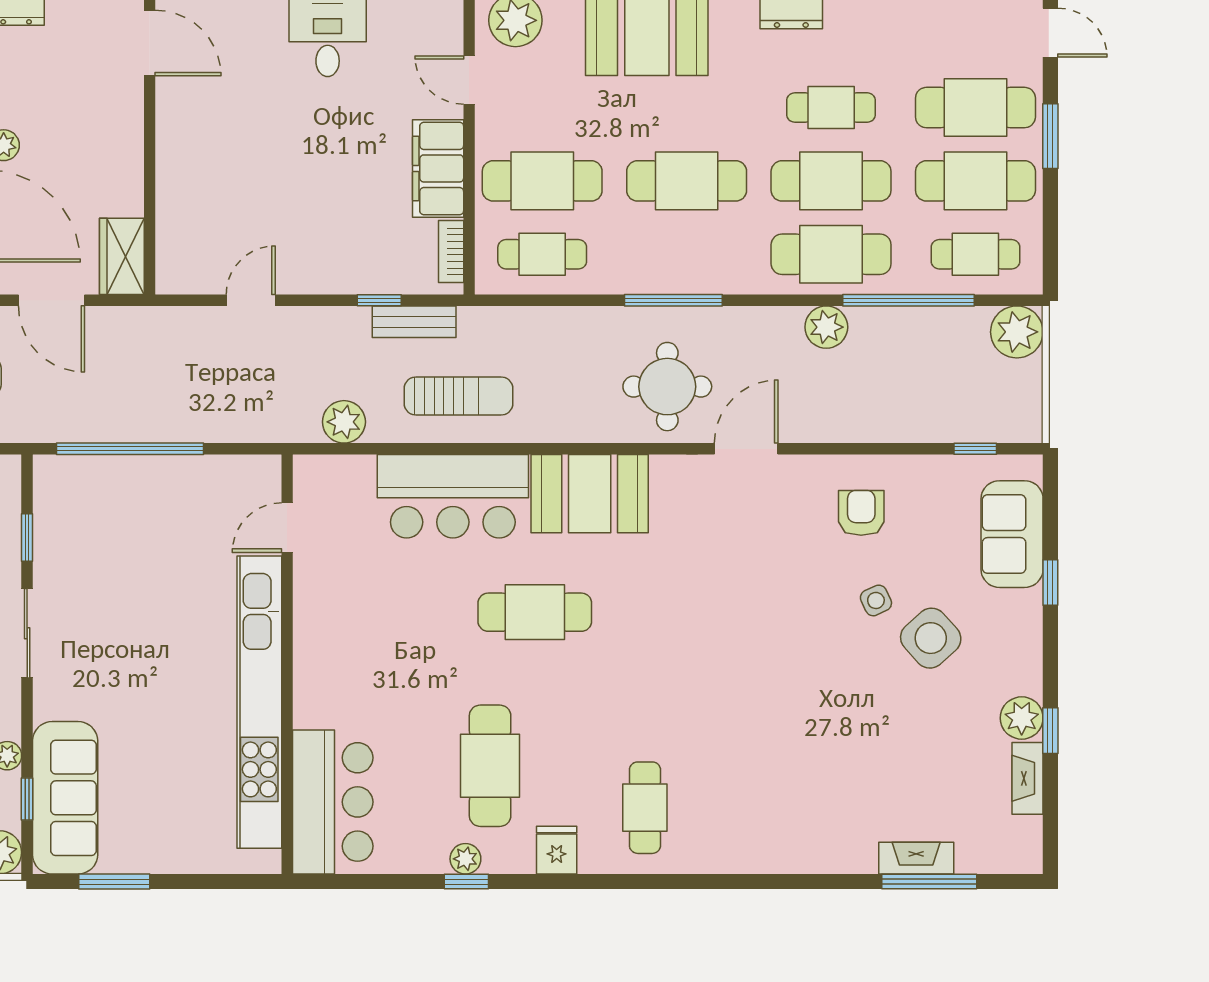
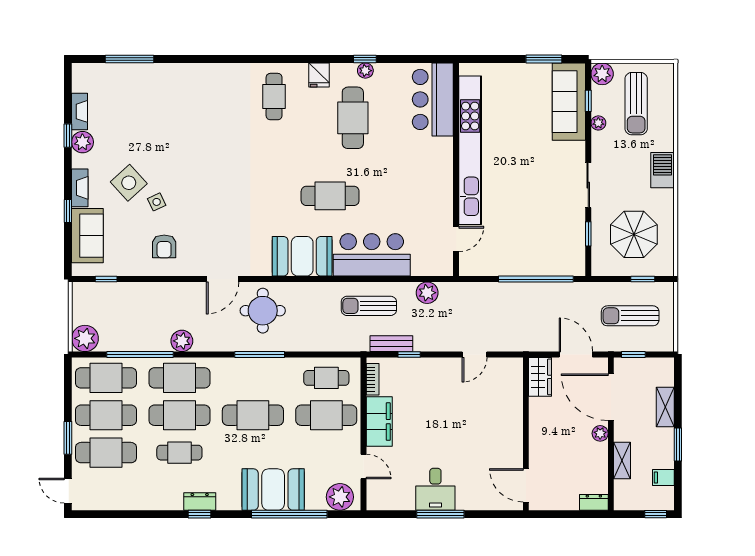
cafe table: (975, 254) -> (106, 378), width x1.37, depth x1.35
fireplace: (916, 858) -> (80, 188), moved, turned -90

